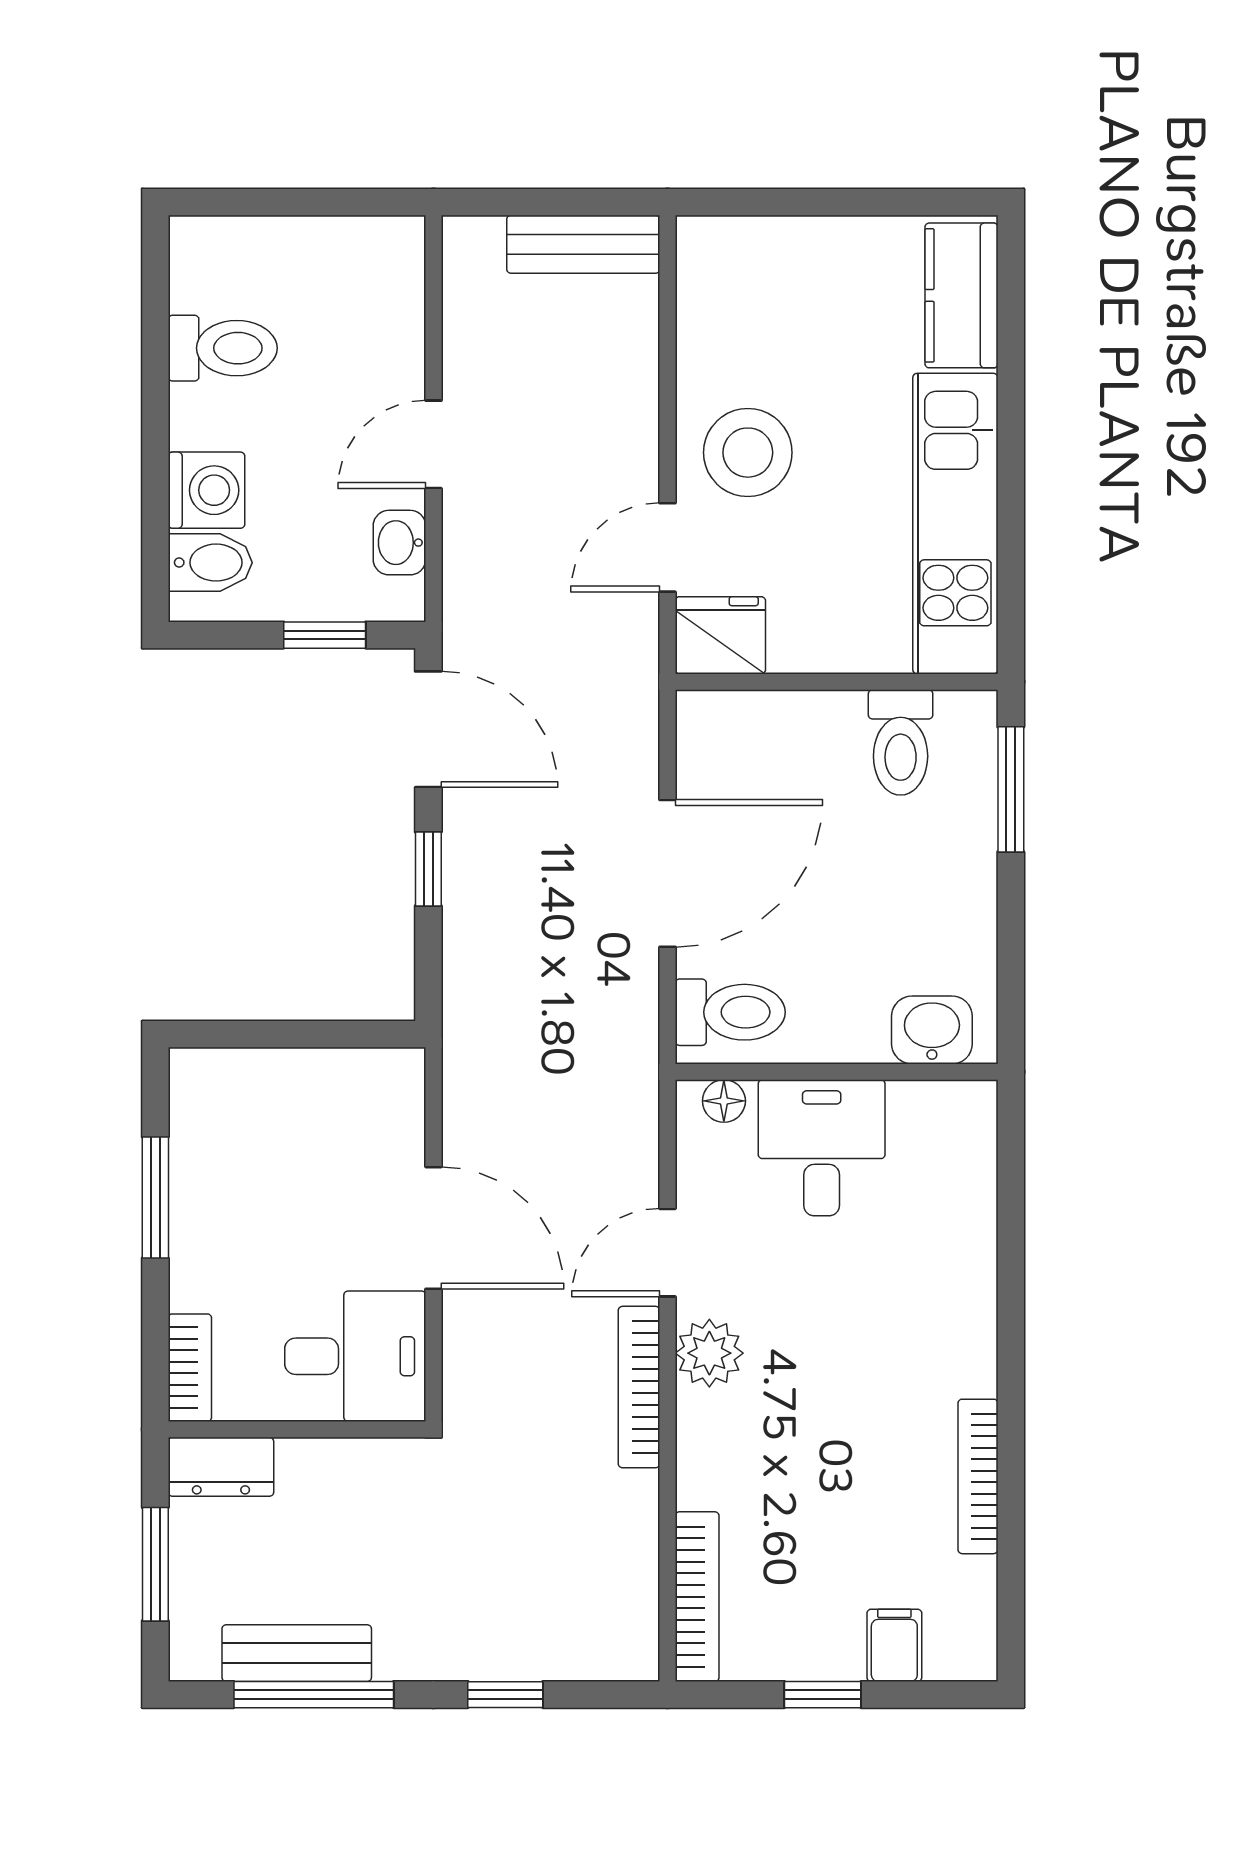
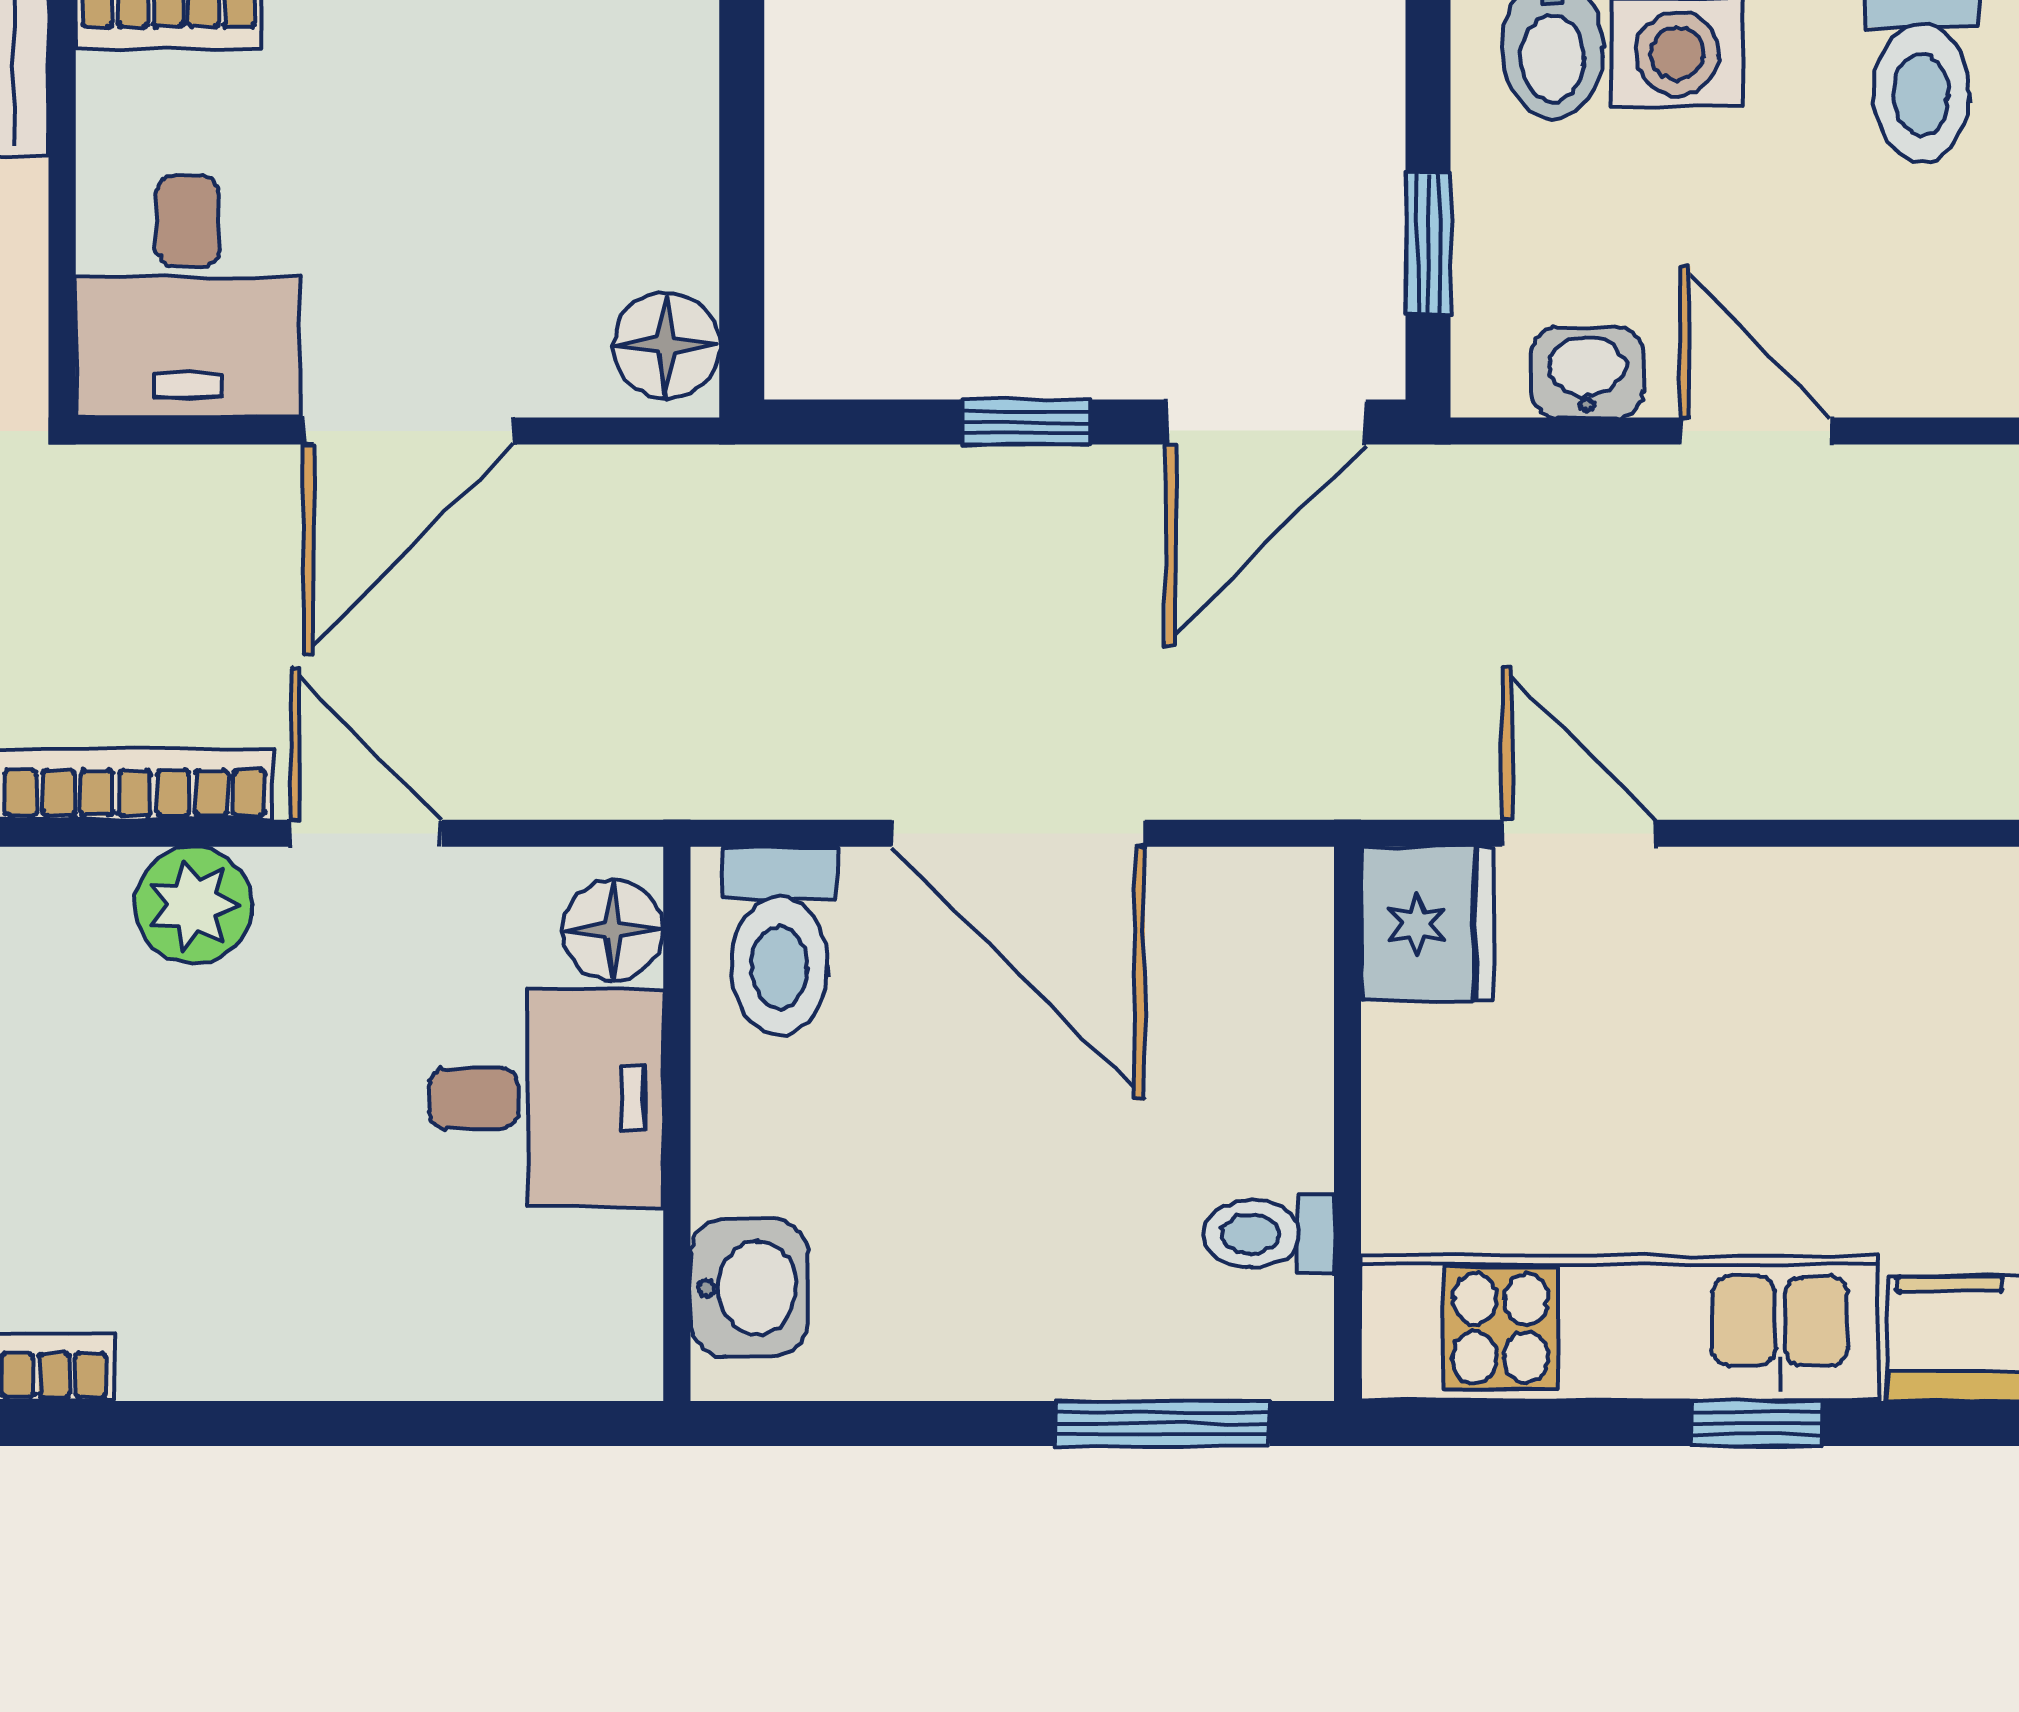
window: (1011, 444) -> (1757, 1423), added
stool: (748, 453) -> (1742, 971), removed
toilet: (901, 742) -> (1269, 1234), width x0.73, depth x0.72
floor lamp: (384, 1078) -> (666, 345), added
floor lamp: (724, 1101) -> (613, 930), width x1.37, depth x1.37

